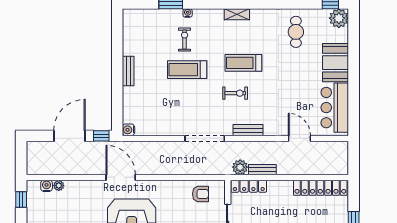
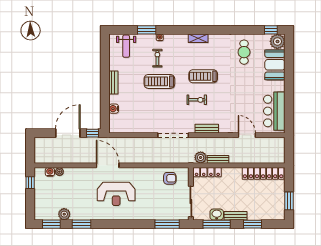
weight bench: (144, 24) -> (126, 46), added
booth: (336, 63) -> (275, 65), moved
water cooler: (128, 130) -> (114, 109), moved

